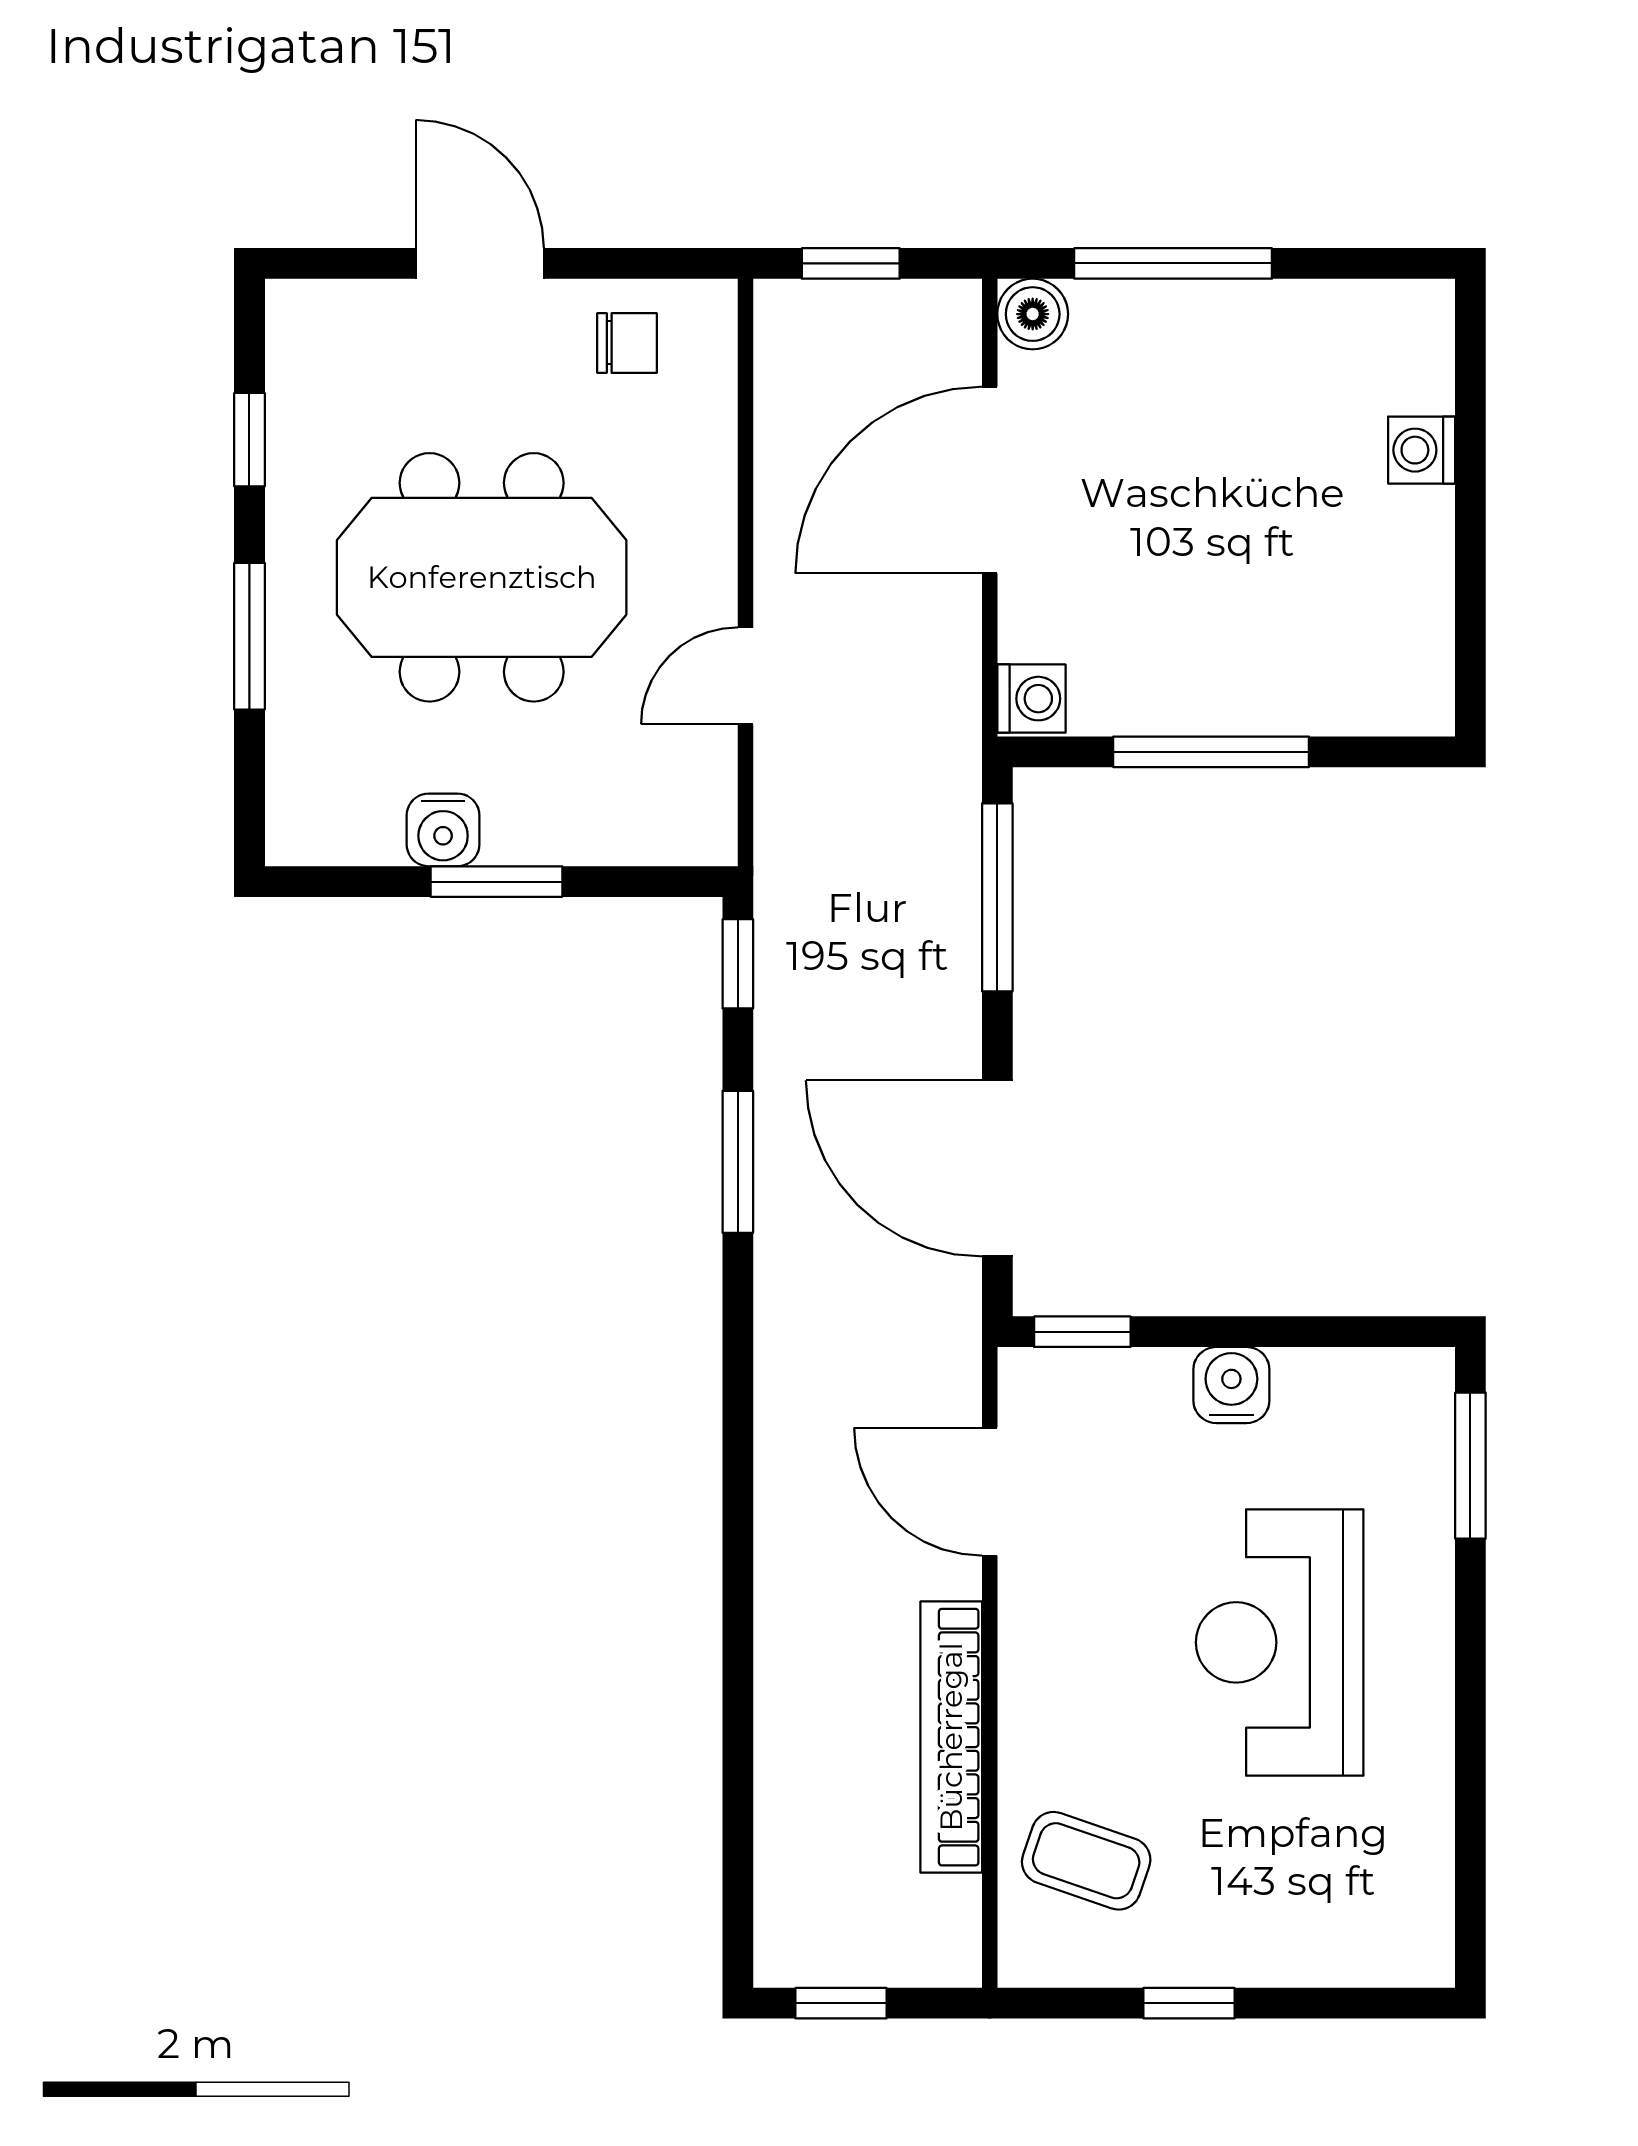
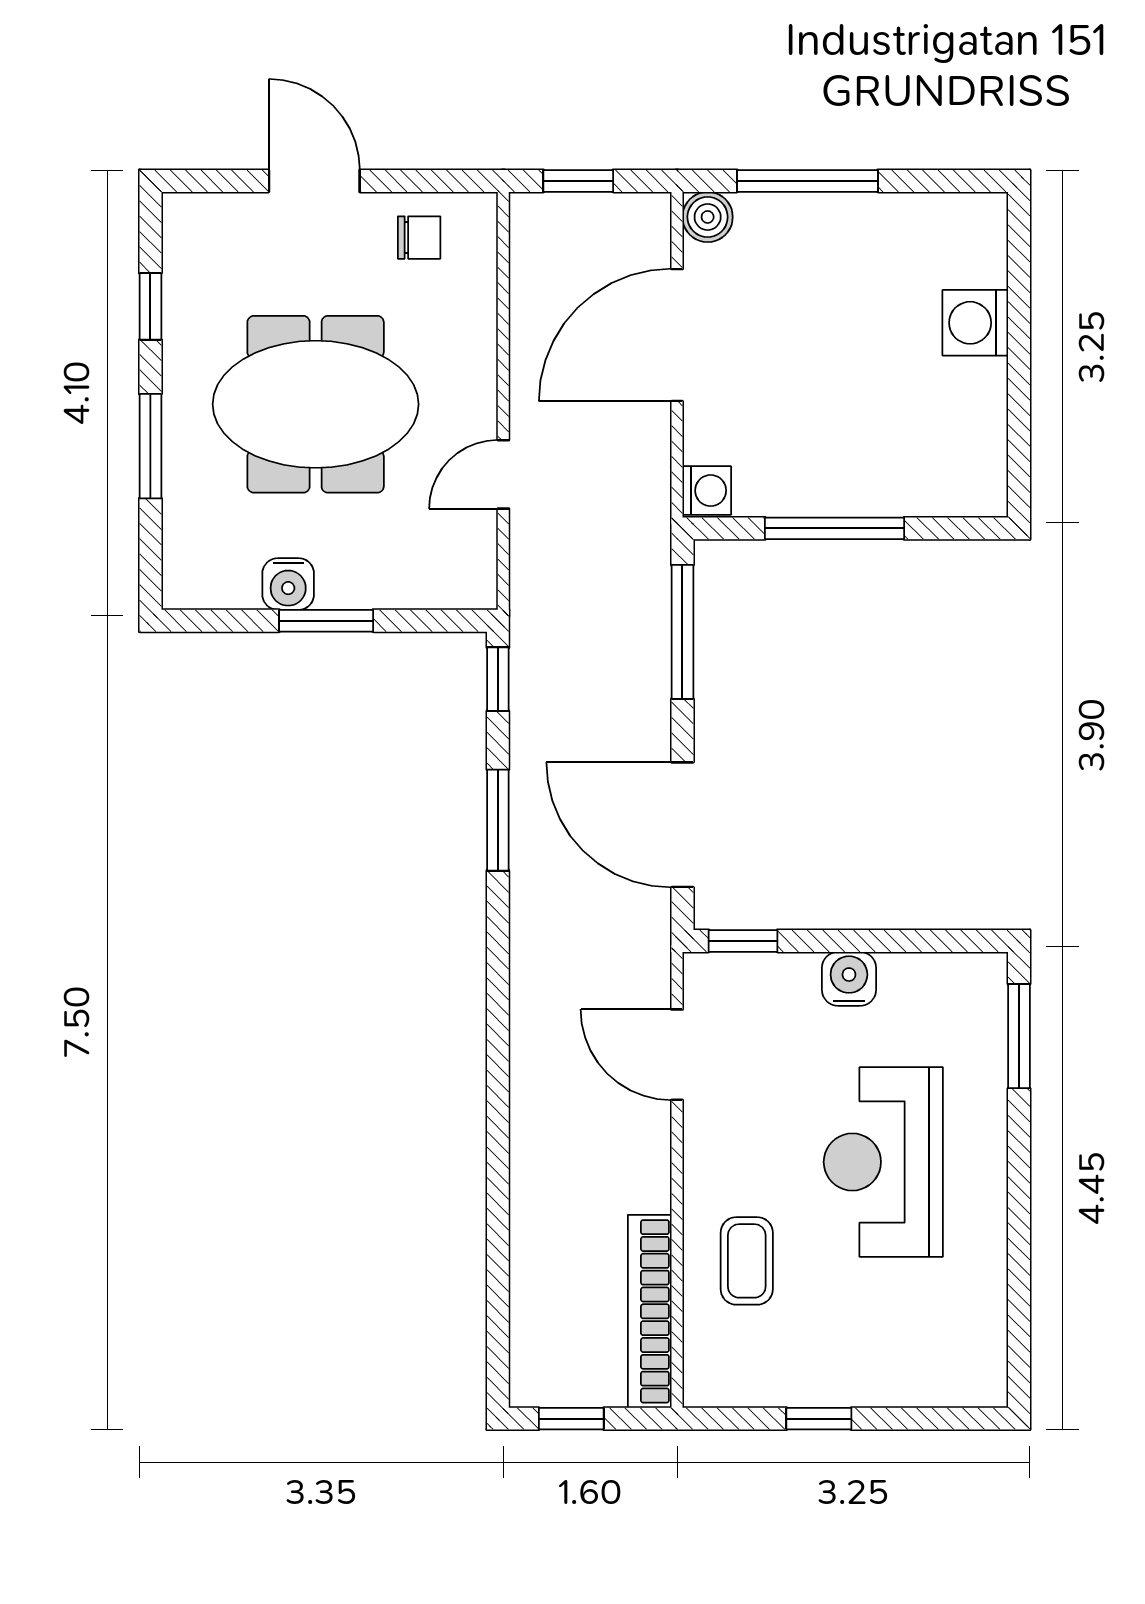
washing machine: (1422, 450) -> (975, 323), width x1.38, depth x1.38
bookcase: (951, 1737) -> (650, 1311), moved
coffee table: (1086, 1861) -> (747, 1261), moved, turned 71

